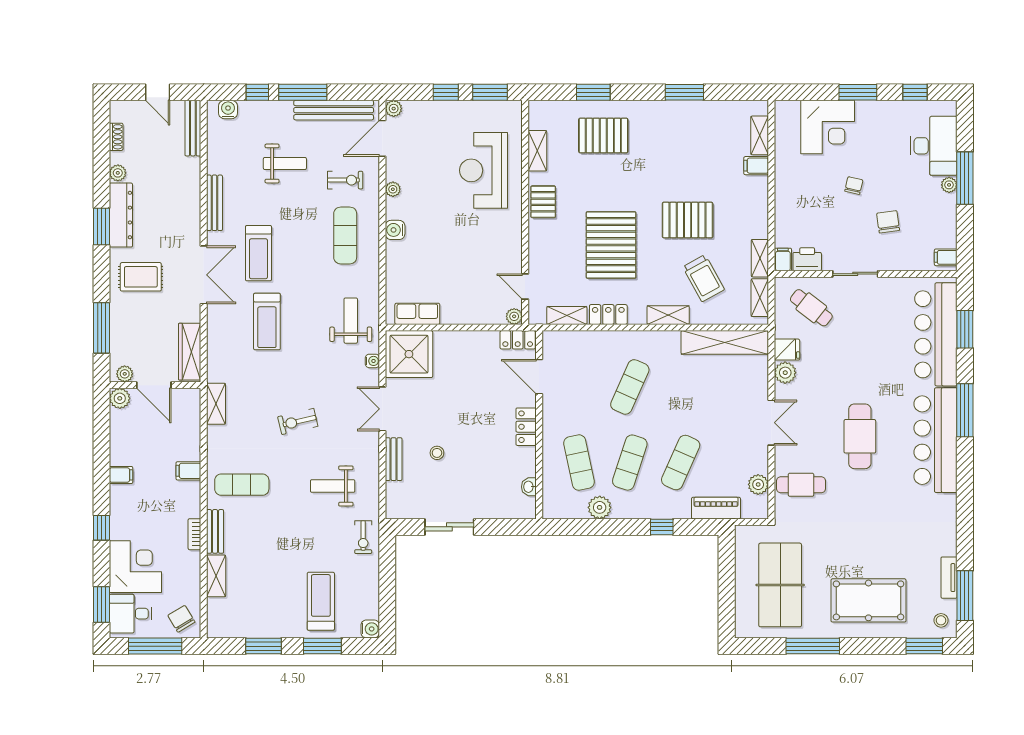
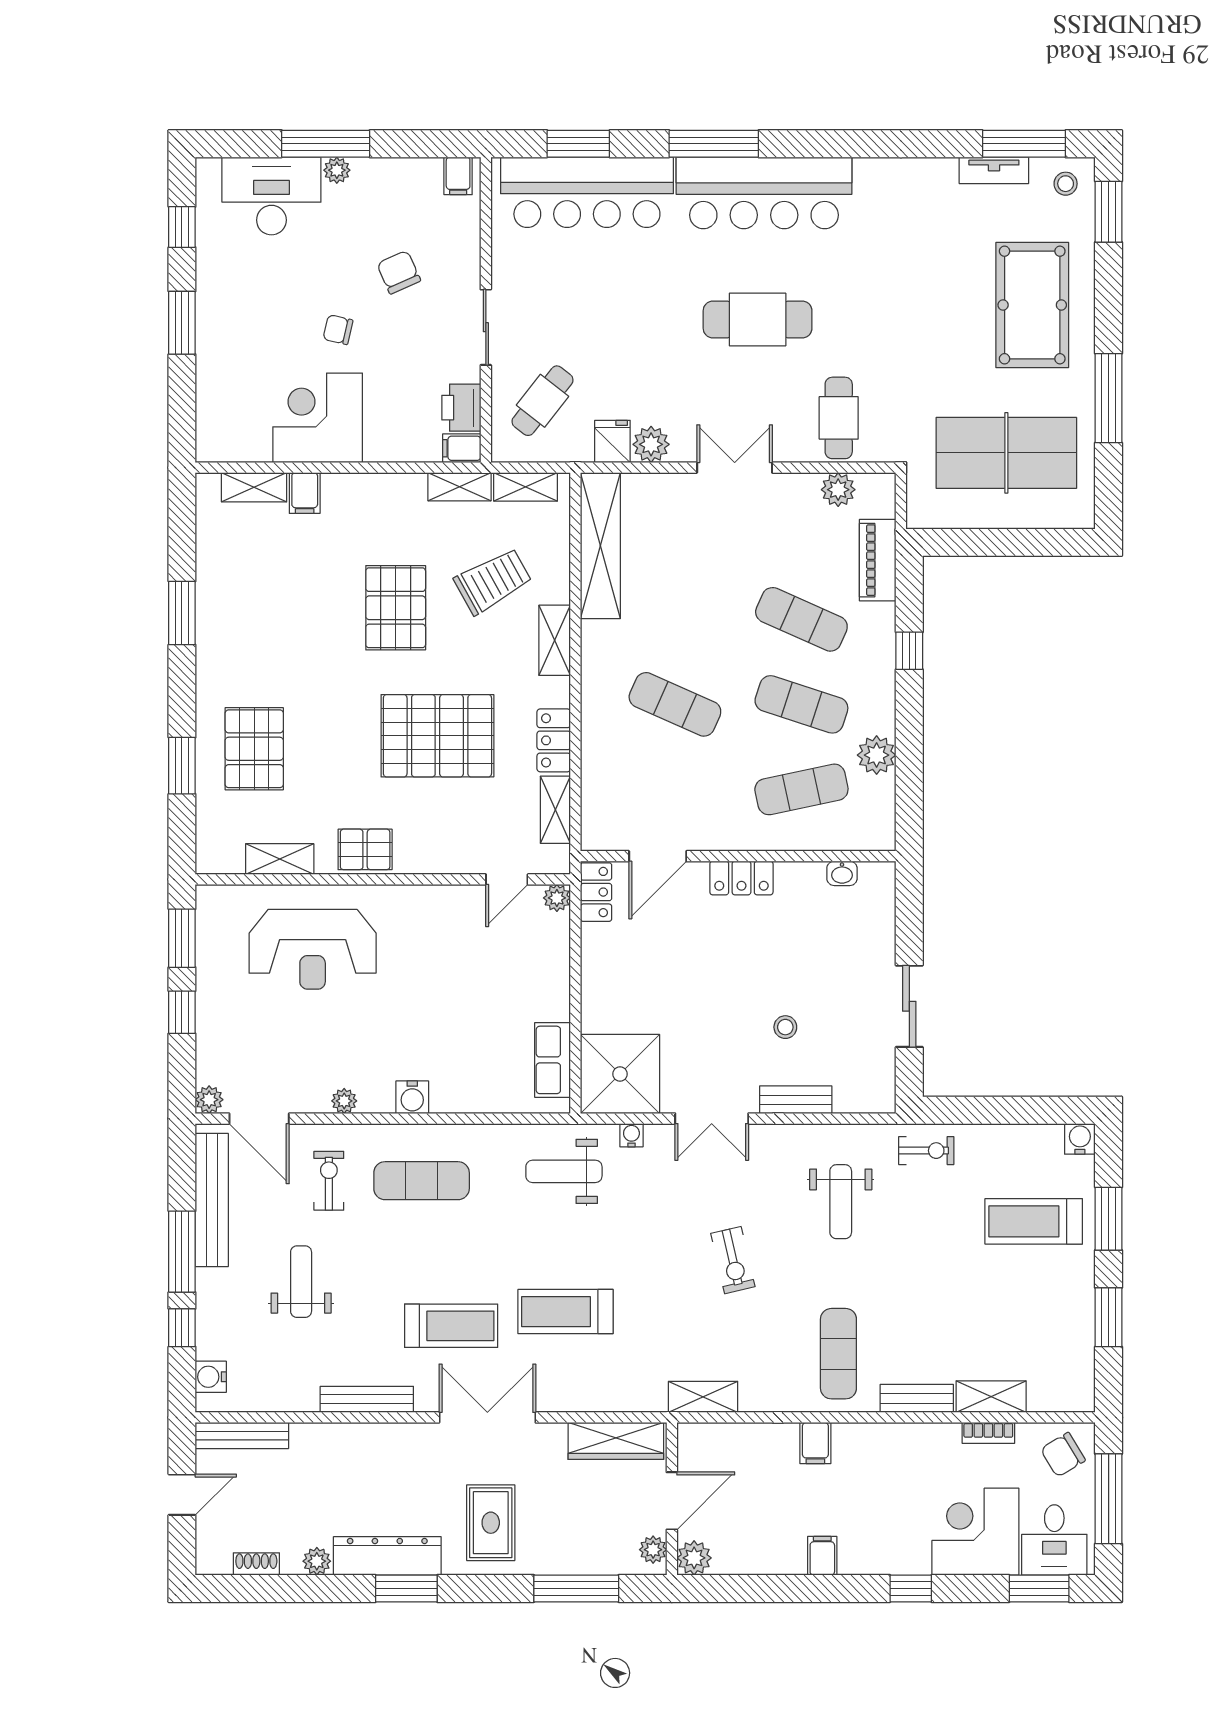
corner desk: (828, 127) -> (318, 418), moved, turned -90
chair: (888, 222) -> (399, 272), turned 74
treadmill: (267, 322) -> (566, 1312), turned 180
bookcase: (194, 534) -> (988, 1433), moved

